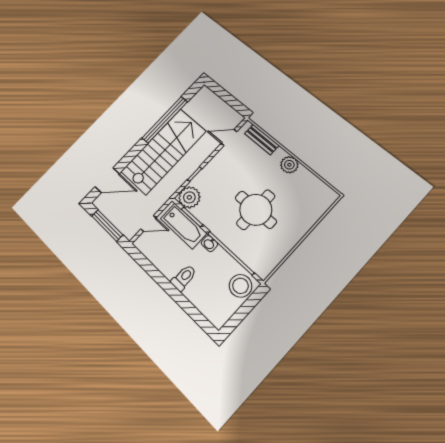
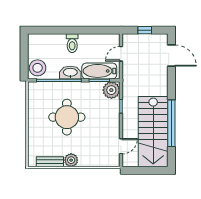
bench: (262, 139) -> (50, 162), moved
stairs: (164, 151) -> (153, 132), moved
door: (107, 180) -> (171, 55), swing flipped
window: (107, 225) -> (145, 30), width x0.46
washbasin: (209, 244) -> (70, 73), width x1.91, depth x1.45

